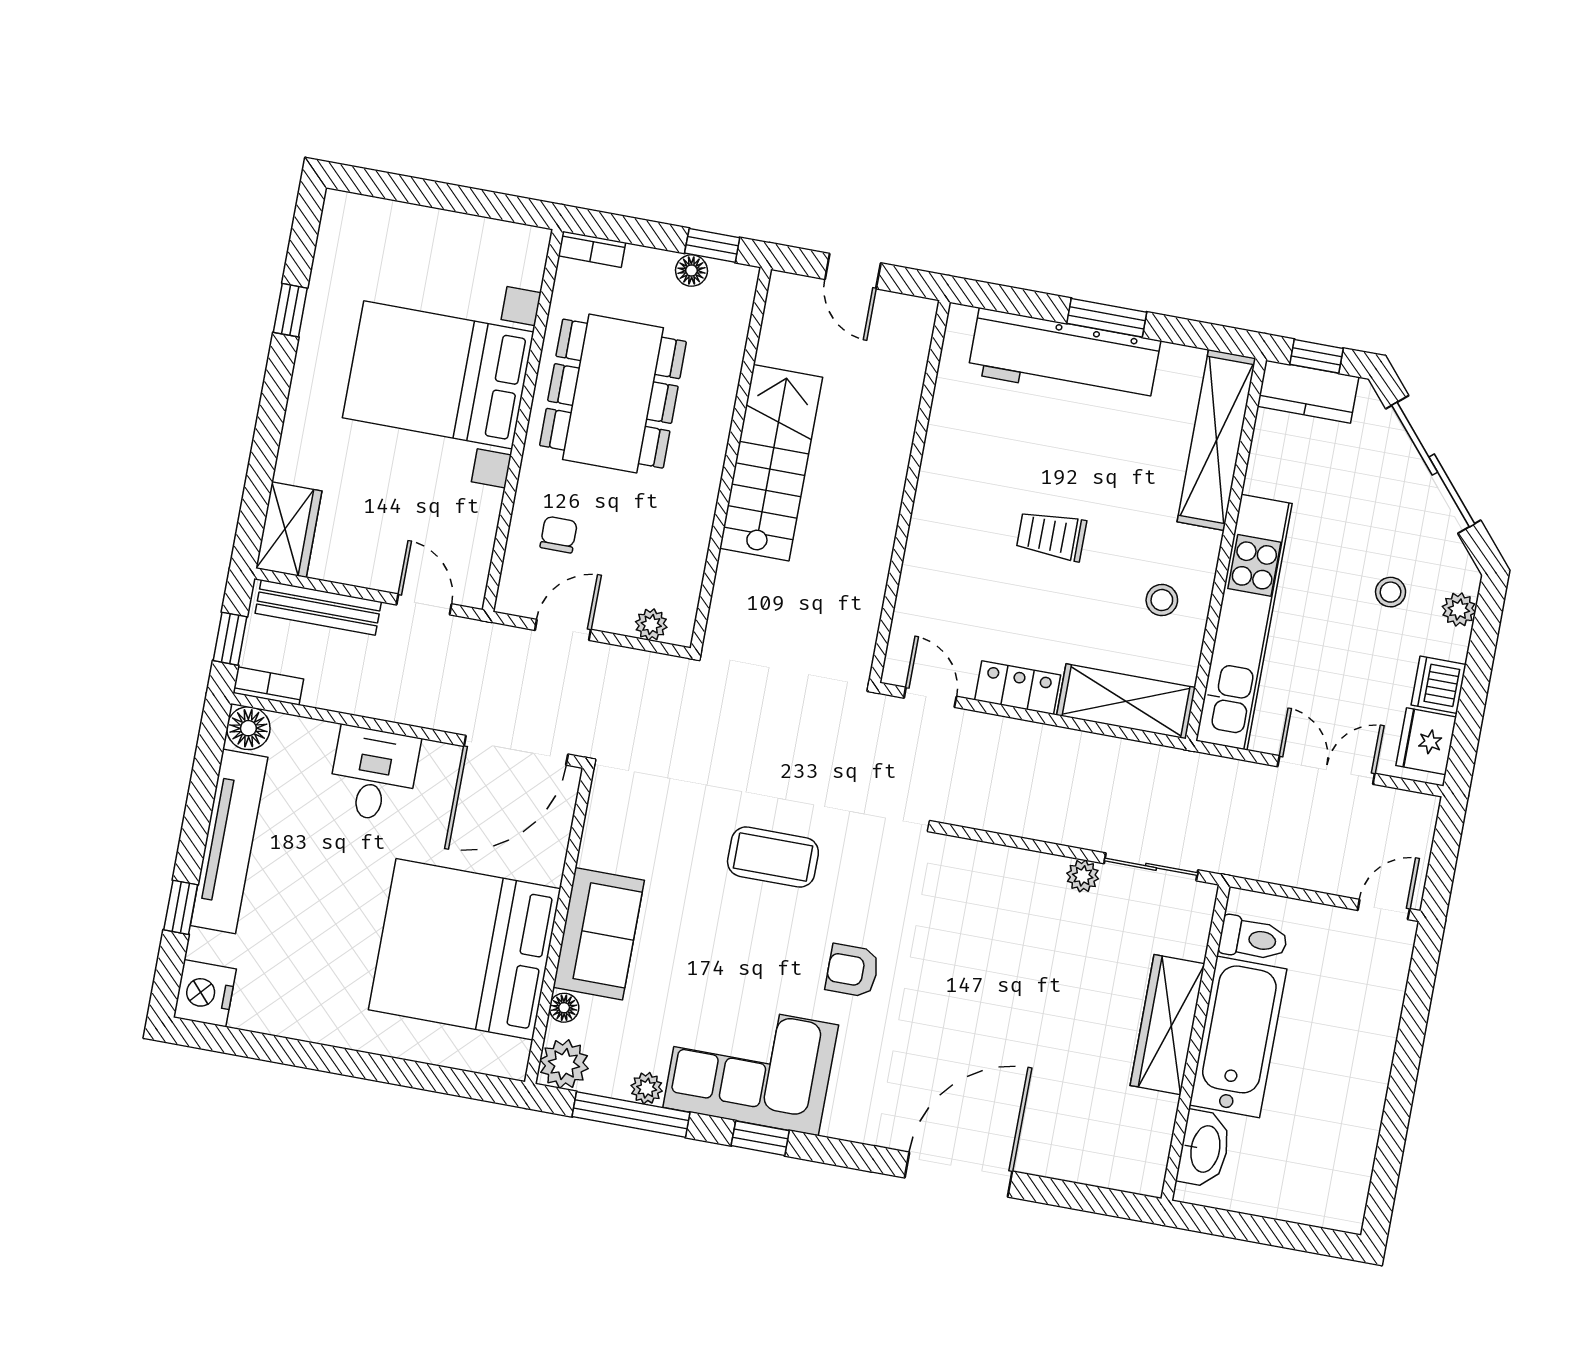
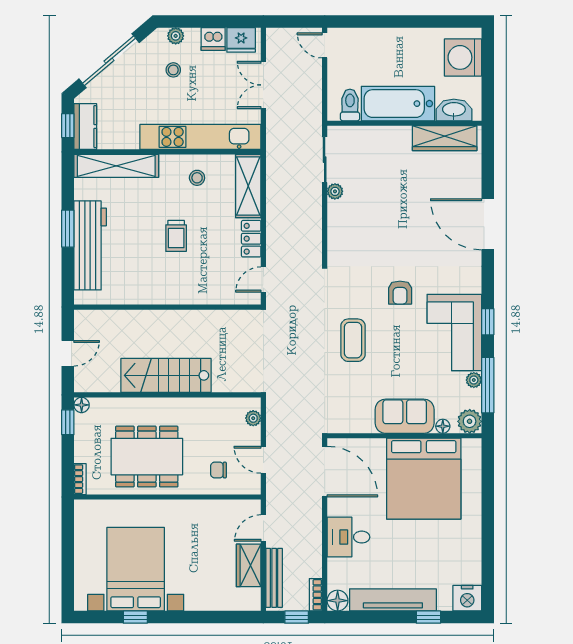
floor lamp: (691, 271) -> (82, 405), moved
bed with nightstands: (438, 375) -> (136, 569), moved, turned 180
wardrobe: (289, 530) -> (249, 565), moved, turned -90
wardrobe: (1167, 1025) -> (445, 138), moved
washing machine: (1308, 1187) -> (463, 57), added

